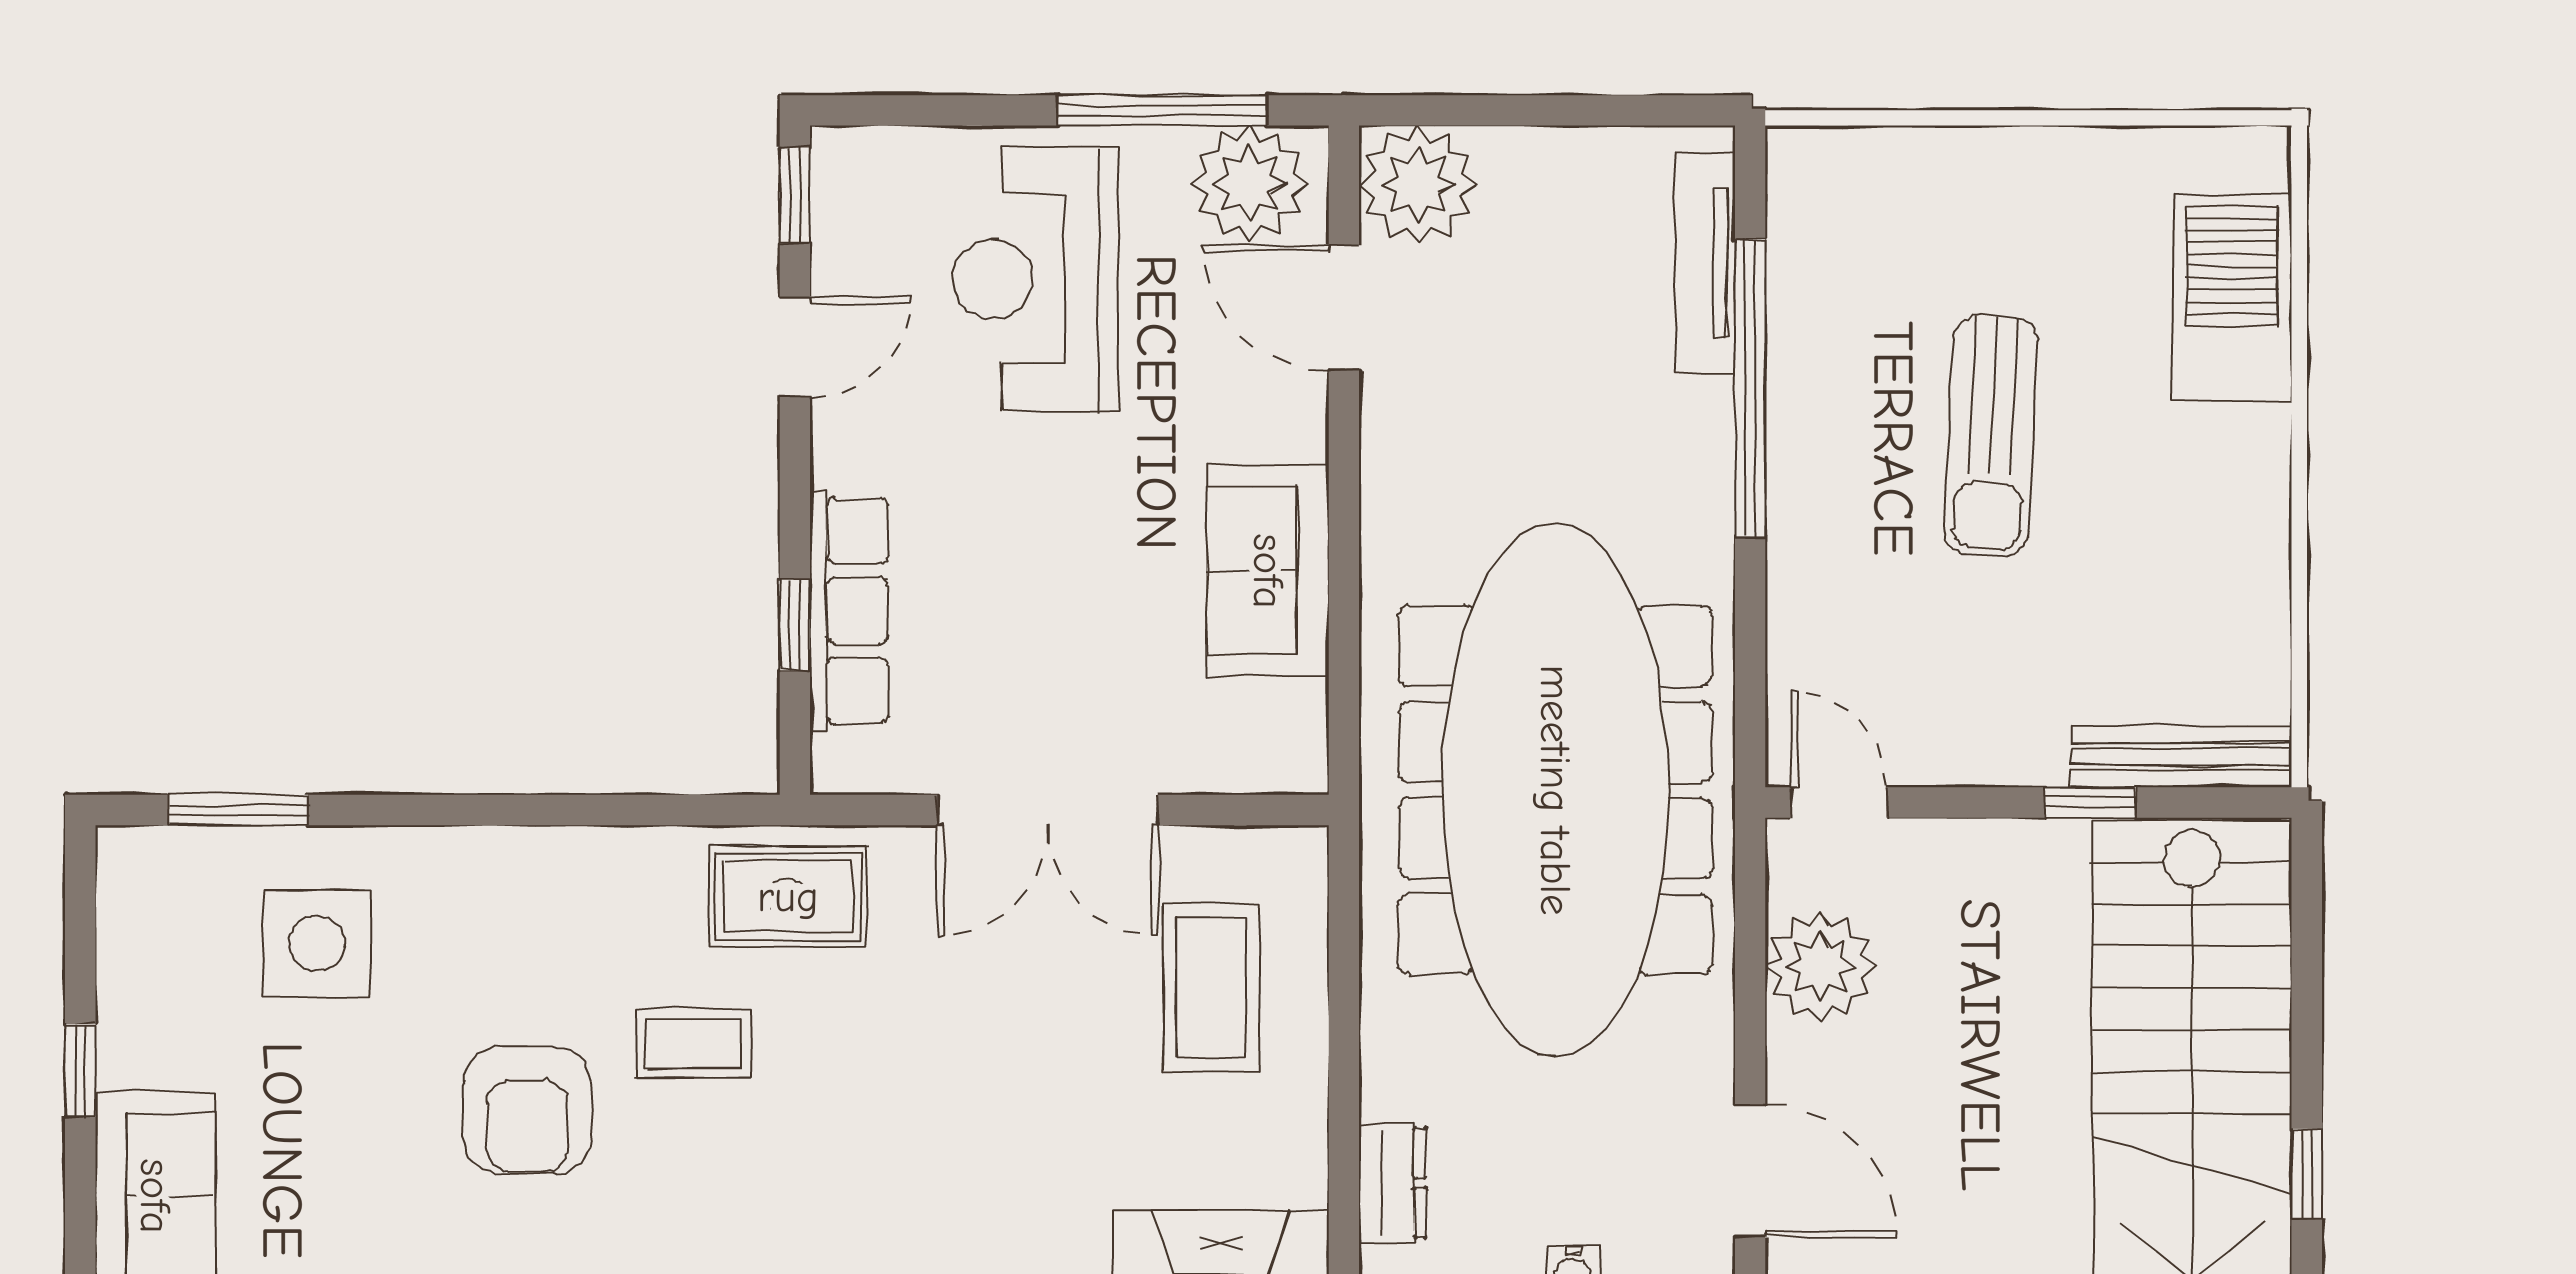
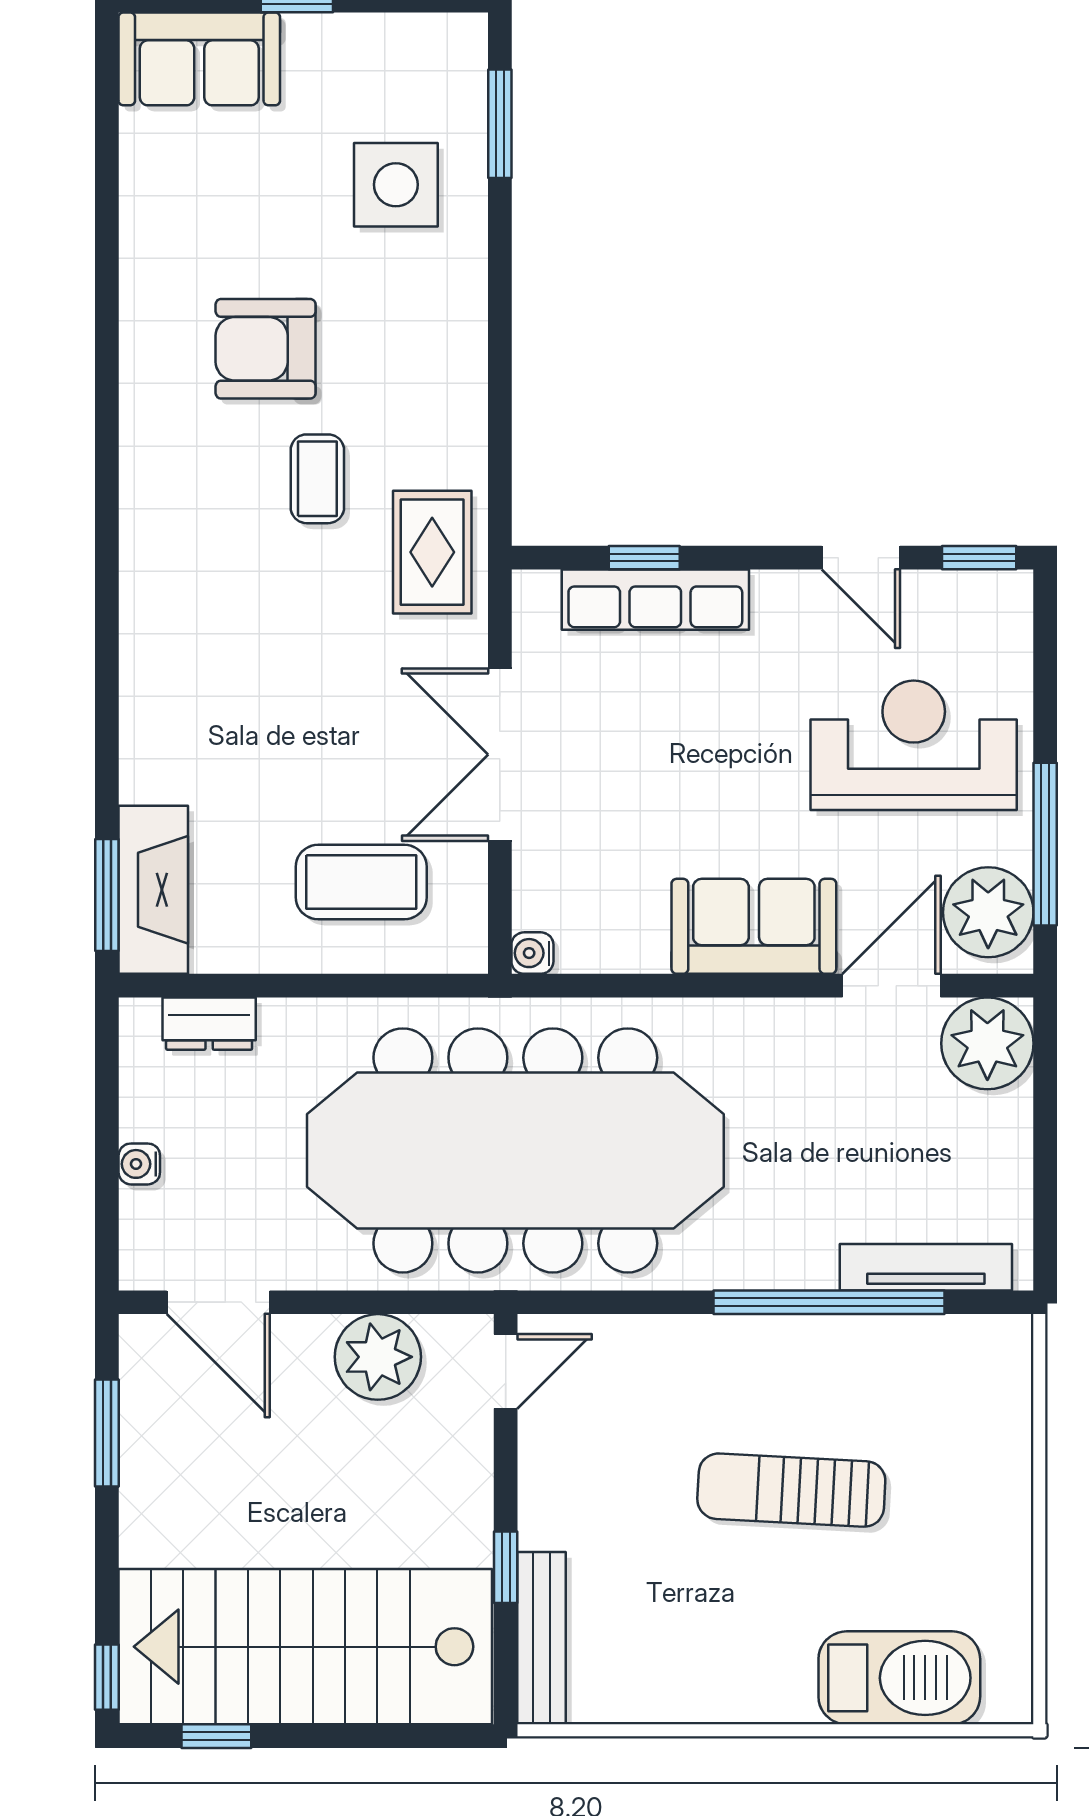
sofa: (1268, 571) -> (754, 926), moved
water cooler: (1302, 768) -> (532, 953), added
door: (1750, 1171) -> (218, 1302), hinge flipped

